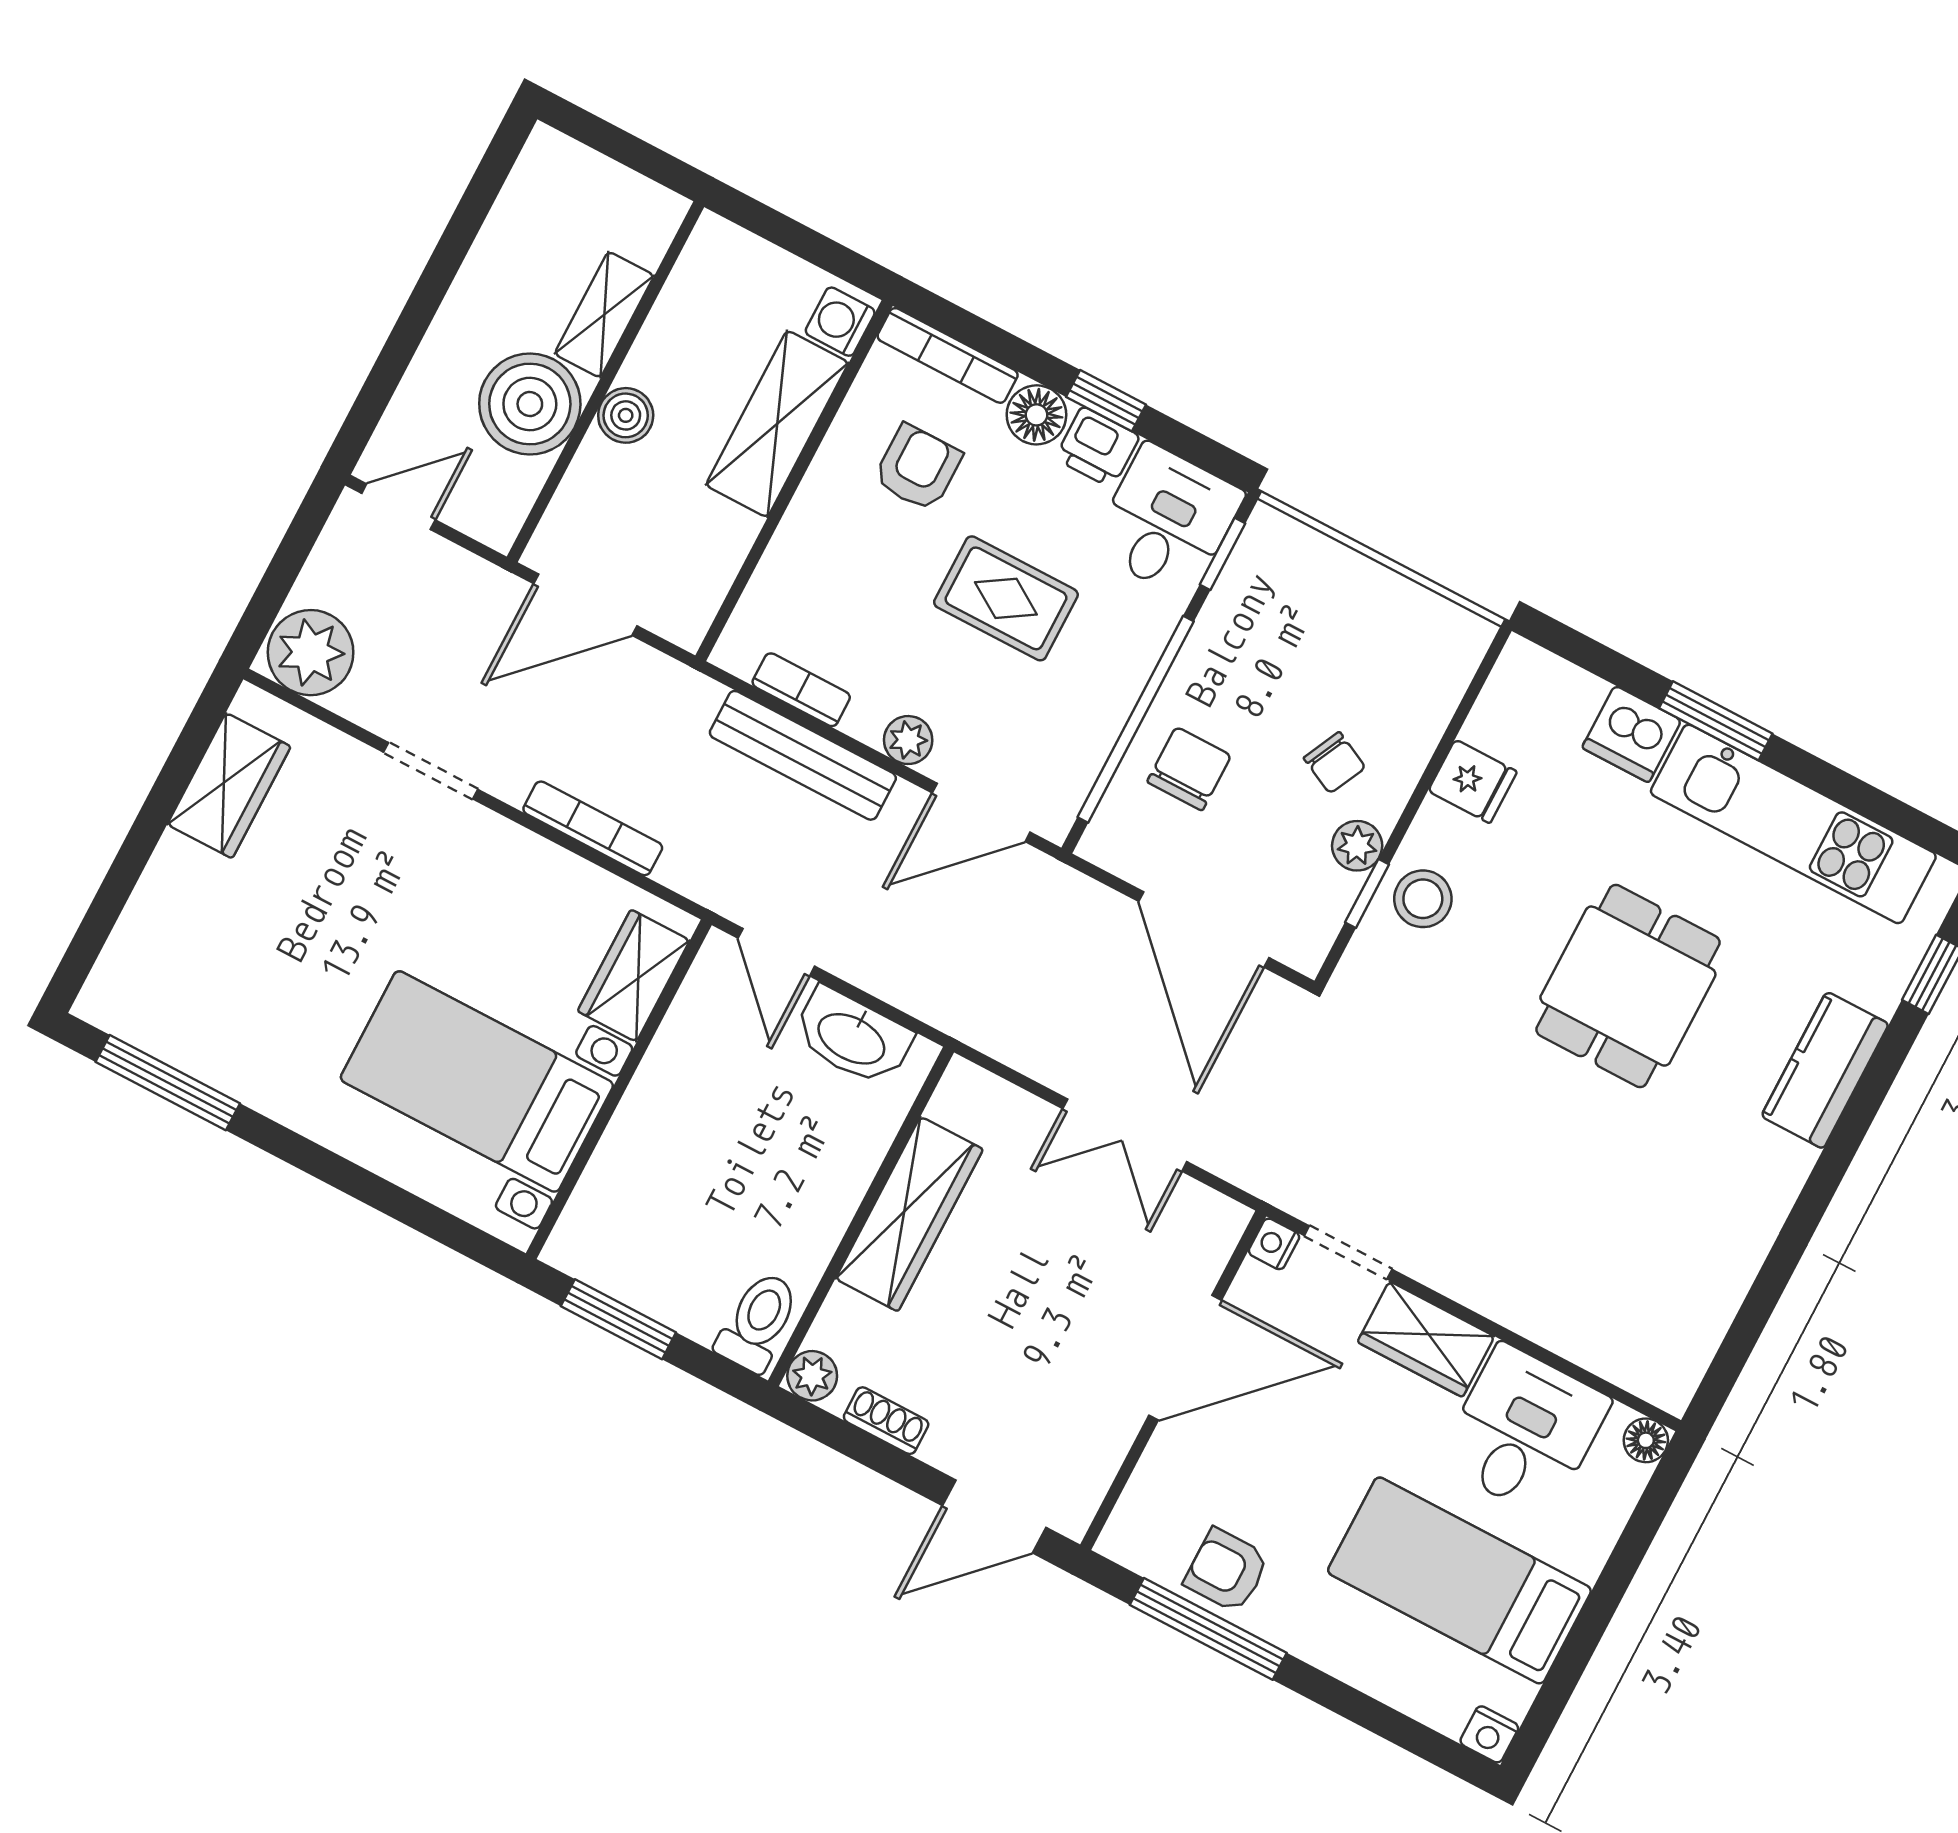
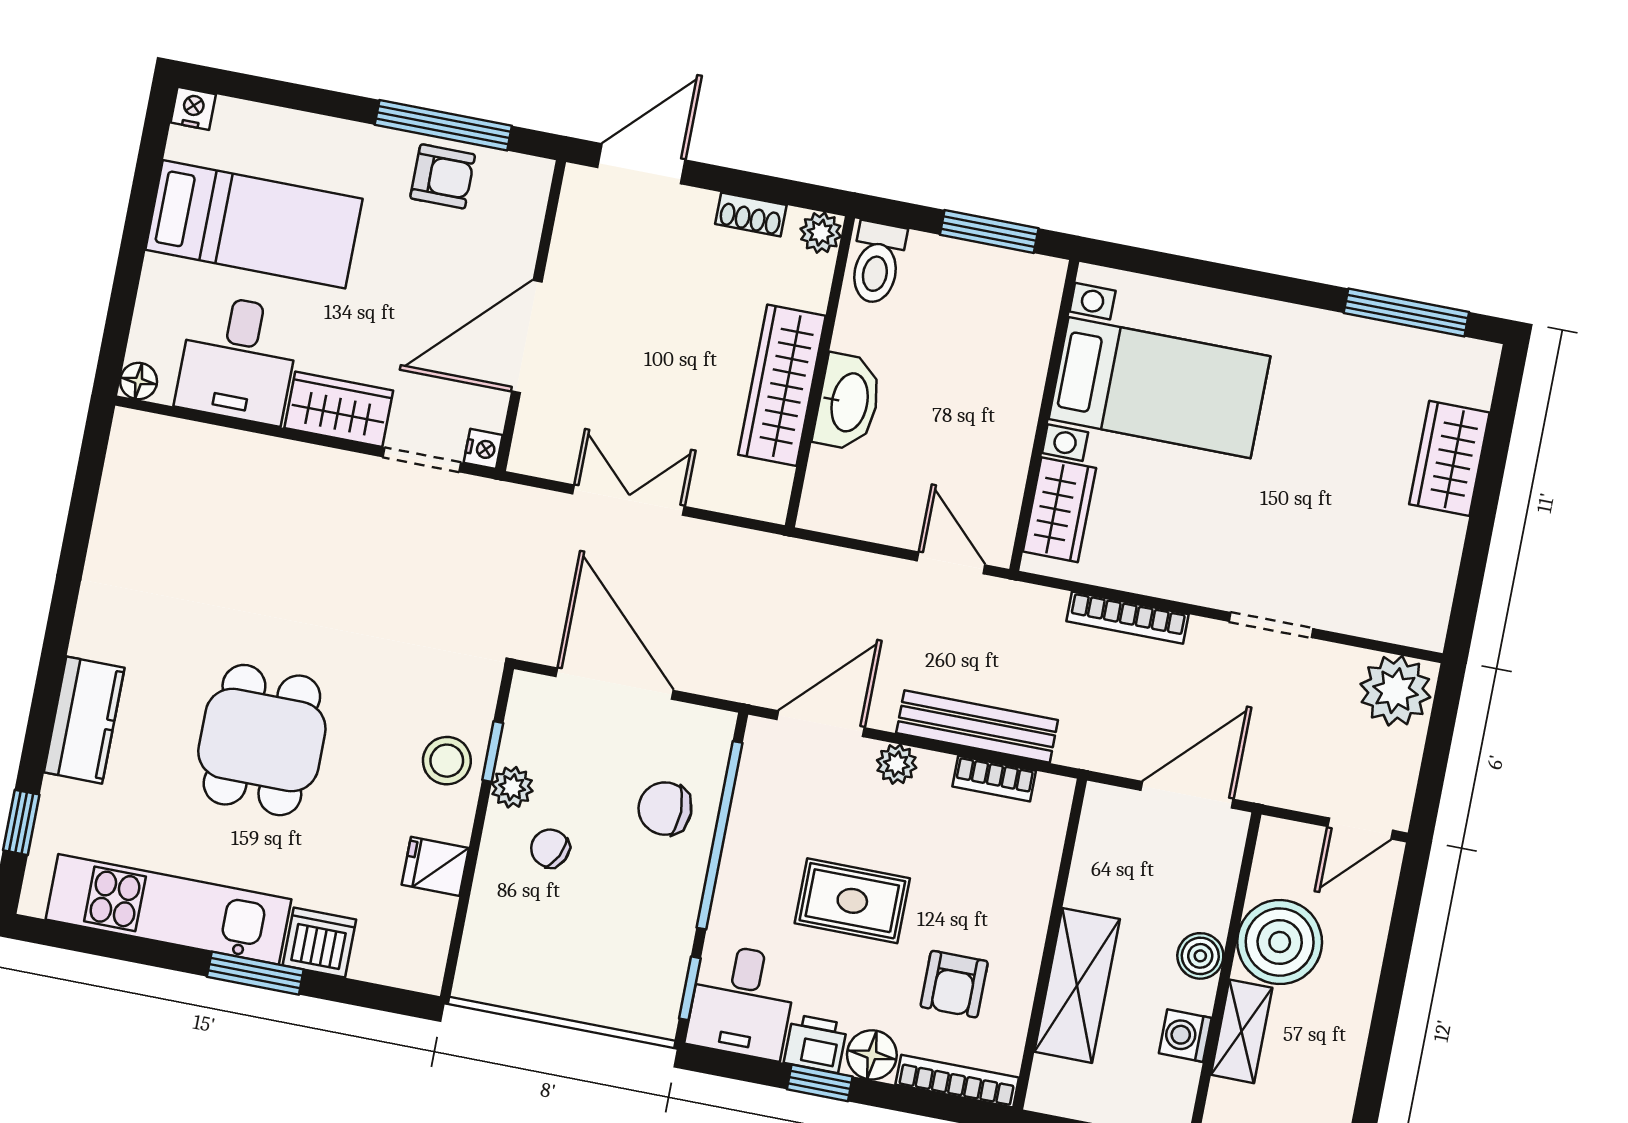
washing machine: (840, 322) -> (1185, 1036), moved, turned 180
chair: (1189, 769) -> (665, 809), turned 90
wardrobe: (229, 786) -> (1449, 458), moved
washbasin: (852, 1037) -> (848, 402), moved, turned 90

